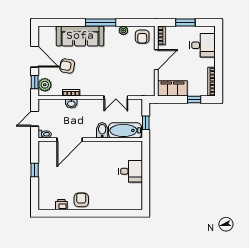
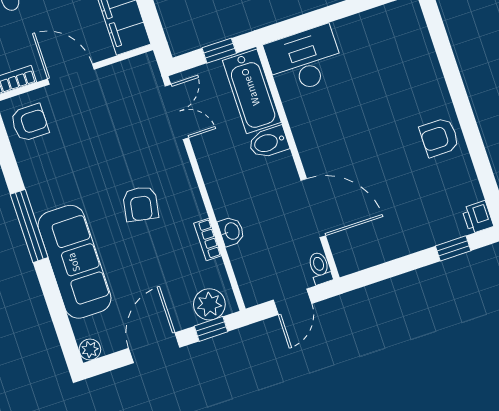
plant: (123, 30) -> (90, 349), moved
armchair: (67, 66) -> (141, 204), moved
double door: (116, 97) -> (177, 112), moved
door: (35, 119) -> (292, 302), hinge flipped
window: (35, 170) -> (453, 248), moved
desk: (131, 171) -> (304, 60), moved, width x1.37
printer: (61, 205) -> (478, 217), moved

